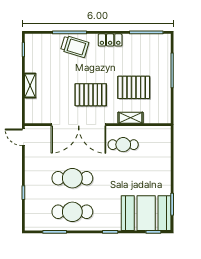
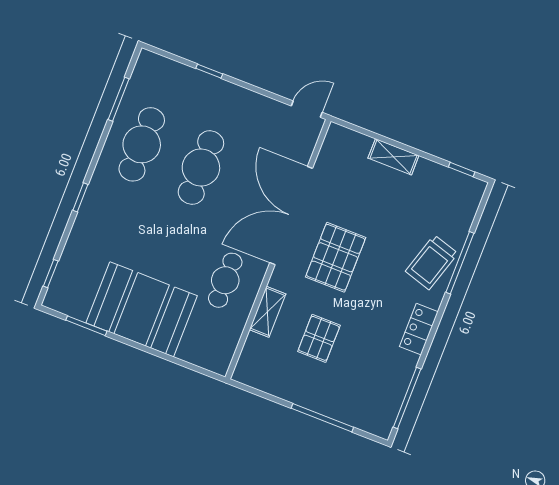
pallet: (134, 87) -> (319, 338), width x0.67, depth x0.71
booth: (146, 213) -> (142, 309), moved, turned 90

